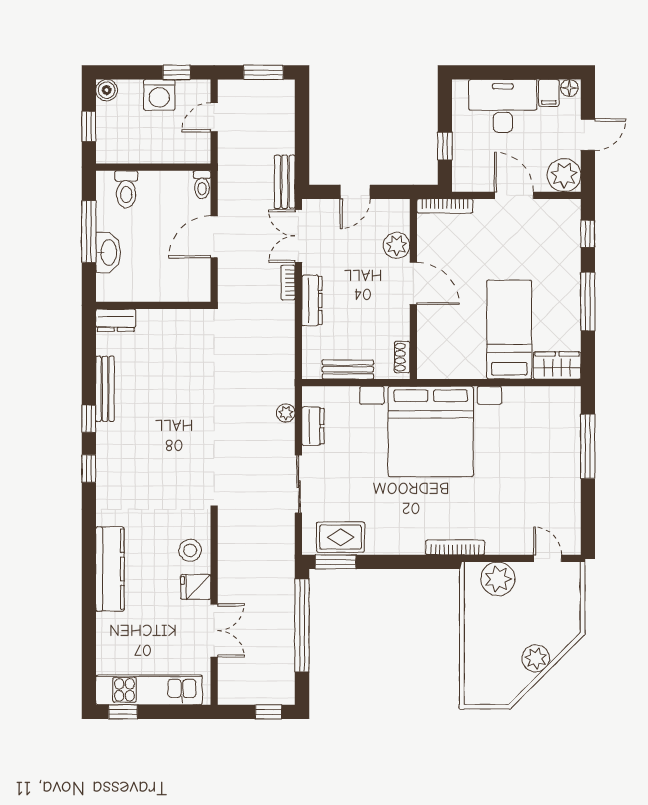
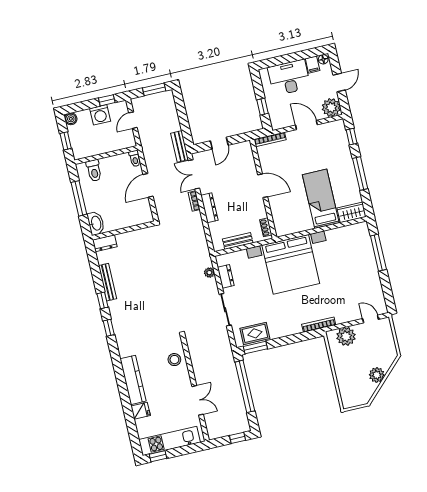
plant: (397, 245) -> (249, 167), removed
washbasin: (108, 252) -> (96, 223), moved
fridge: (196, 587) -> (141, 411), moved, turned 180

